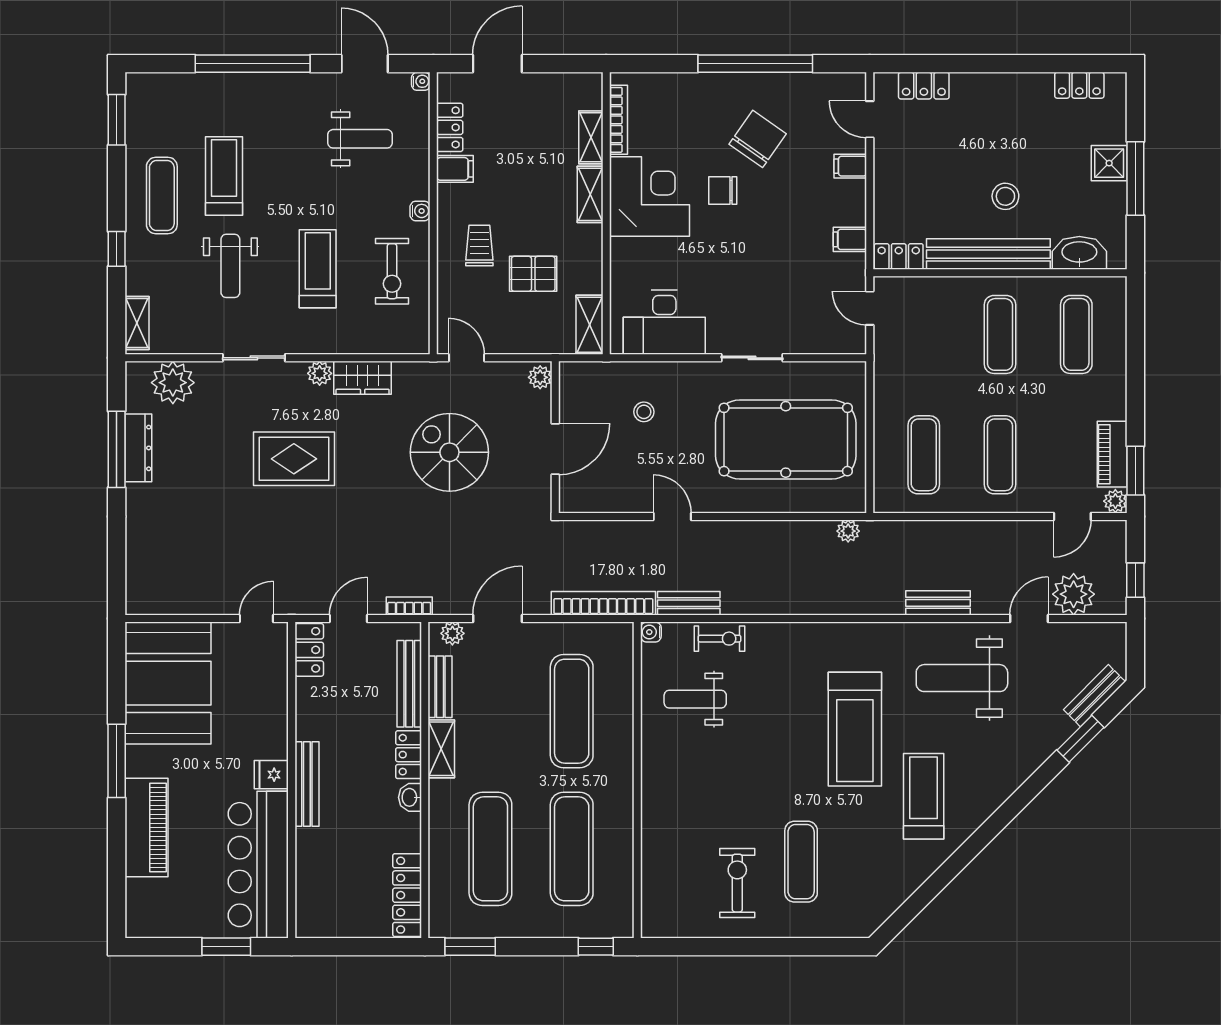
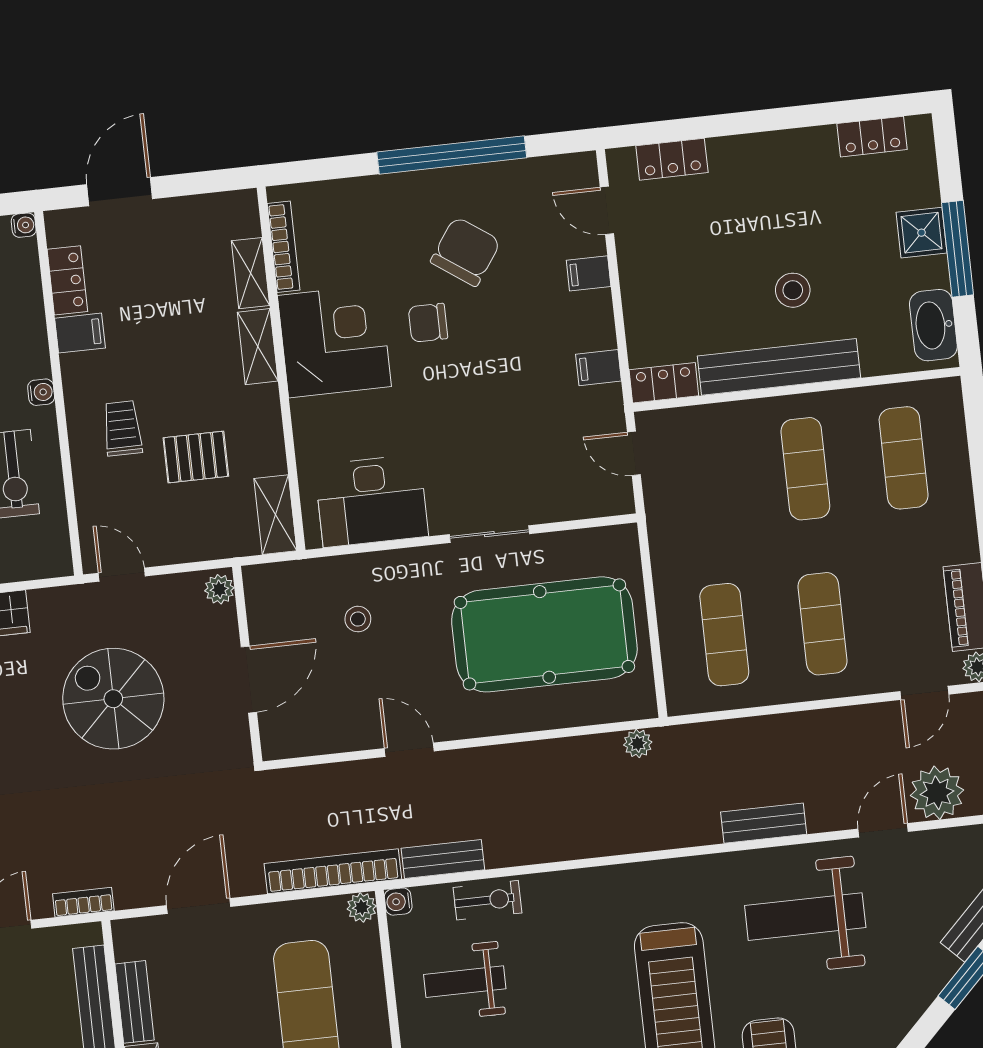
washbasin: (1079, 253) -> (933, 325), moved, turned -90
plant: (452, 633) -> (362, 907), moved

